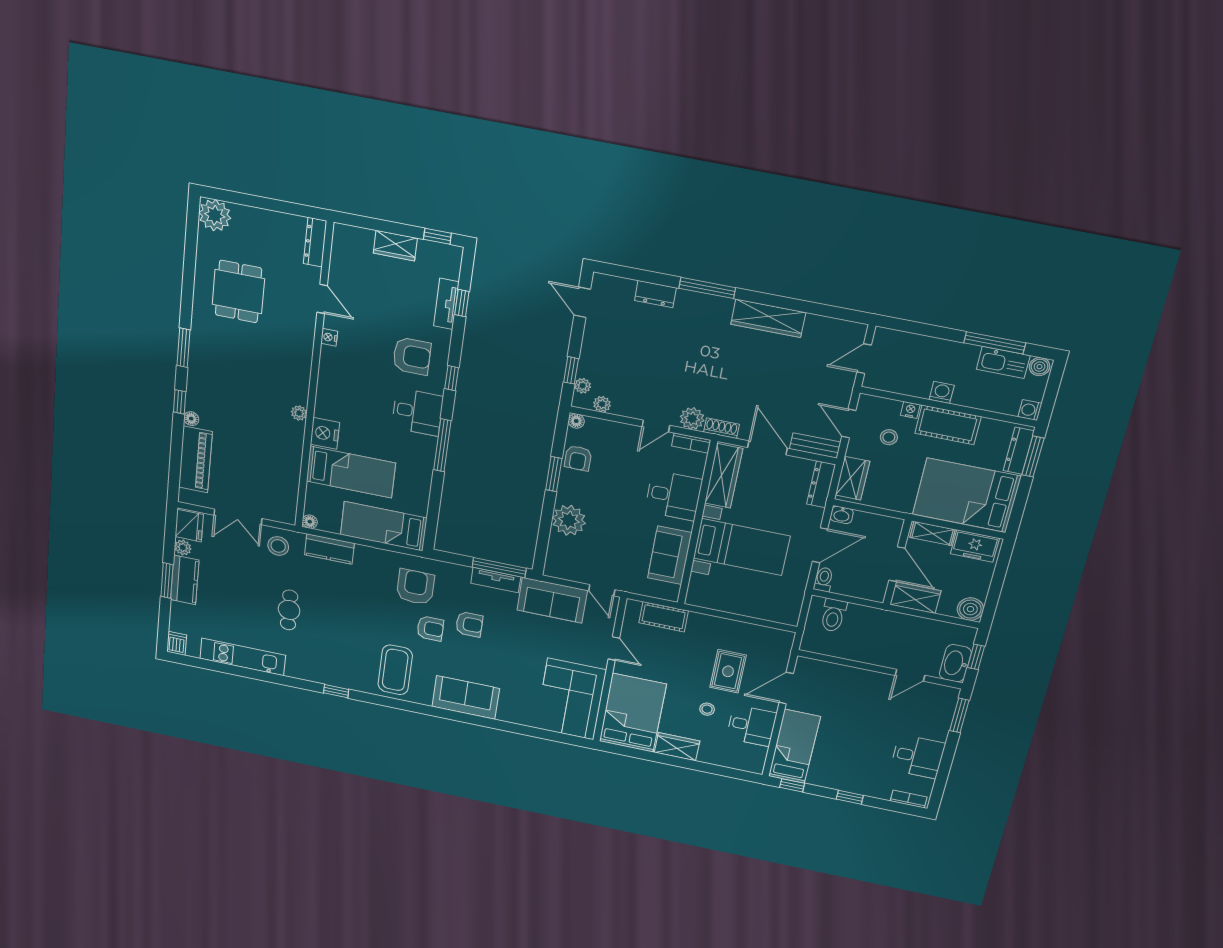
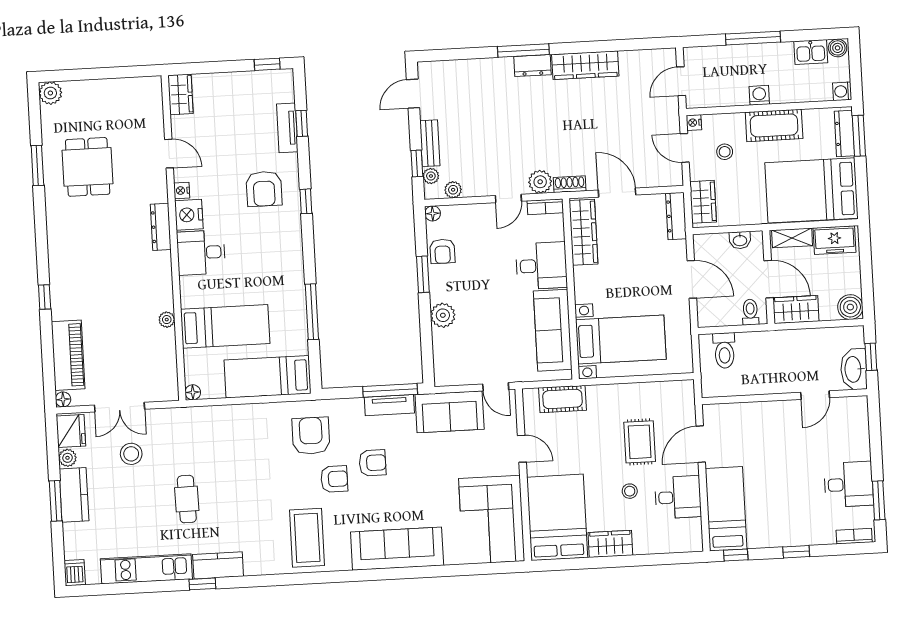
plant: (215, 215) -> (50, 93), width x0.73, depth x0.73
dresser: (315, 242) -> (161, 227), moved
wardrobe: (395, 246) -> (181, 94), moved, turned -90
dresser: (655, 294) -> (532, 66), moved
door: (582, 302) -> (413, 94), hinge flipped
window: (995, 343) -> (753, 38), moved
window: (183, 348) -> (37, 165), moved
armchair: (412, 356) -> (264, 189), turned 90
kitchen sink: (1003, 362) -> (811, 52), width x0.73
nightstand: (910, 410) -> (694, 123), moved, turned -90
desk: (417, 412) -> (201, 253), moved, turned 180
plant: (299, 413) -> (167, 320), moved
floor lamp: (191, 419) -> (63, 399), moved
nightstand: (325, 433) -> (189, 215), moved
window: (442, 445) -> (312, 312), moved
bench: (815, 445) -> (430, 143), moved, turned 90
washbasin: (842, 515) -> (740, 240), moved
plant: (569, 520) -> (443, 315), width x0.73, depth x0.73
door: (820, 545) -> (692, 279), hinge flipped
stool: (278, 546) -> (131, 454), moved
bed with nightstands: (742, 547) -> (621, 339), moved
kitchen counter: (329, 549) -> (218, 565), moved, turned 180
sofa: (670, 555) -> (553, 330), width x1.36
toilet: (824, 579) -> (750, 312), moved
window: (336, 691) -> (202, 584), moved
sofa: (466, 697) -> (397, 549), width x1.36
window: (959, 715) -> (879, 500), moved

